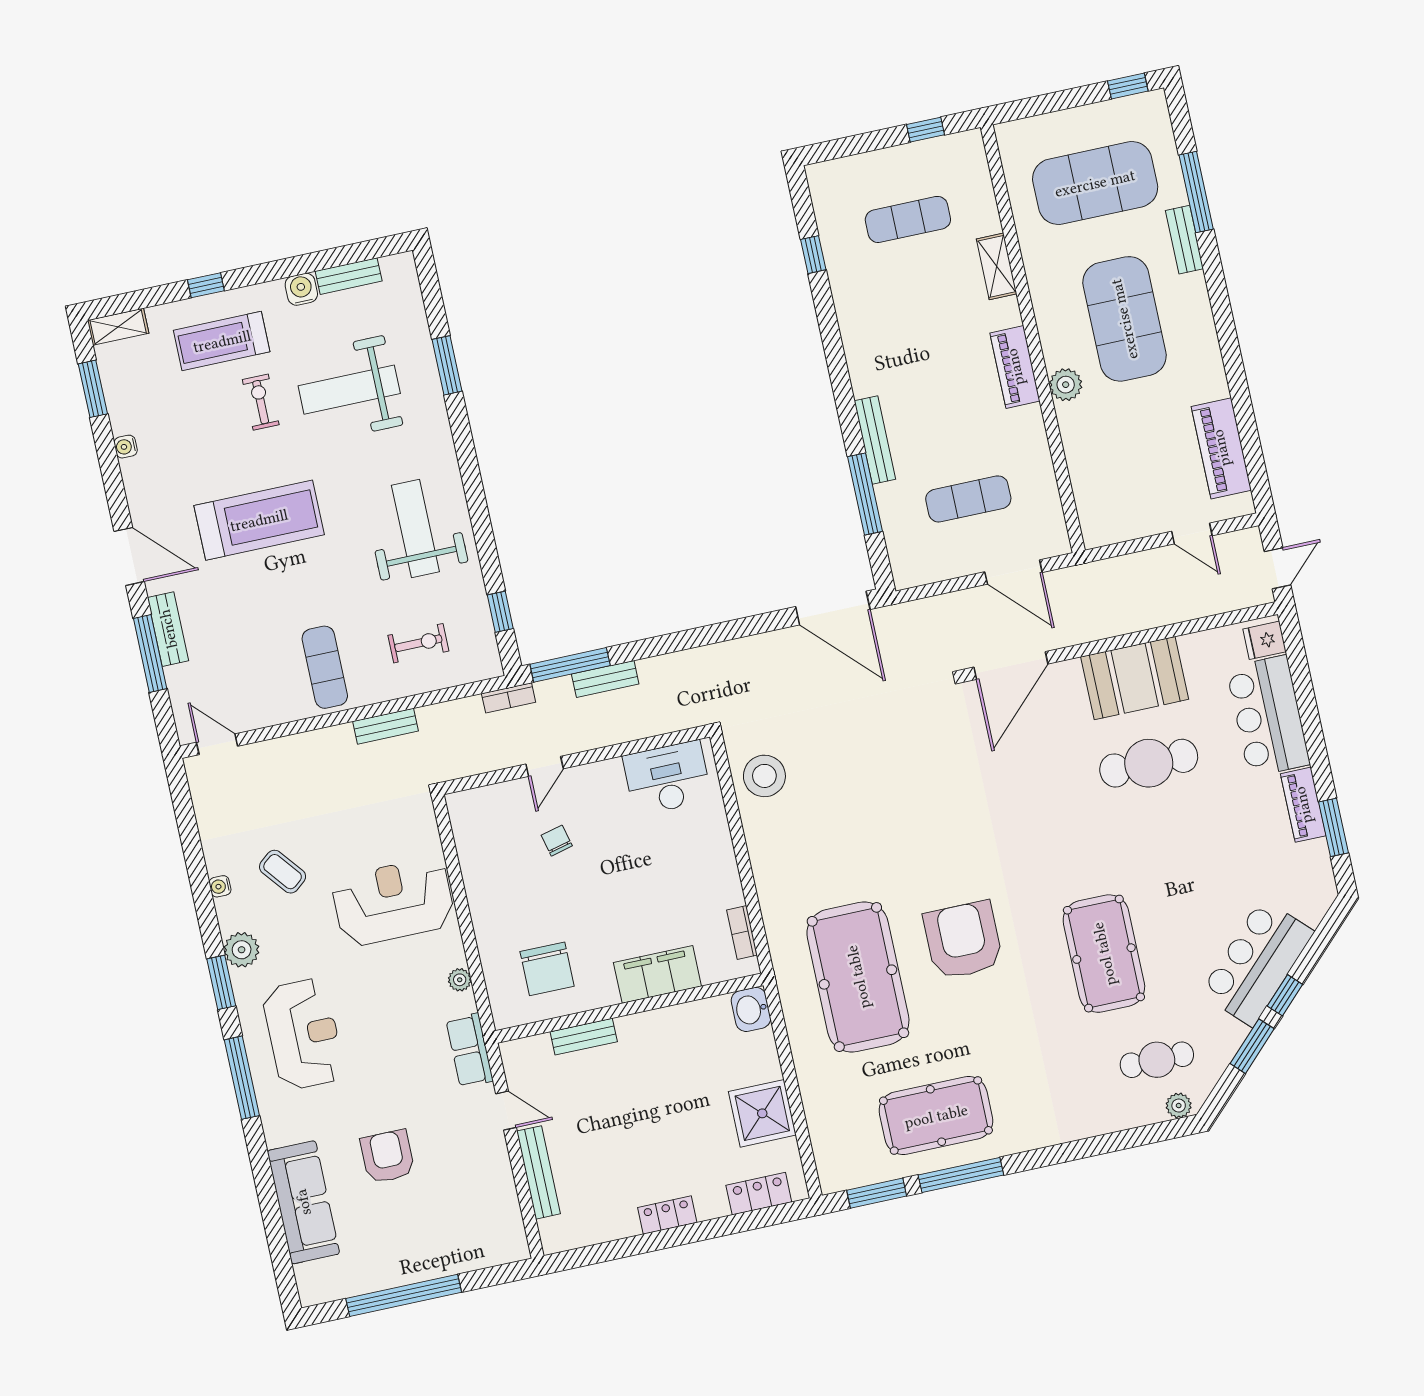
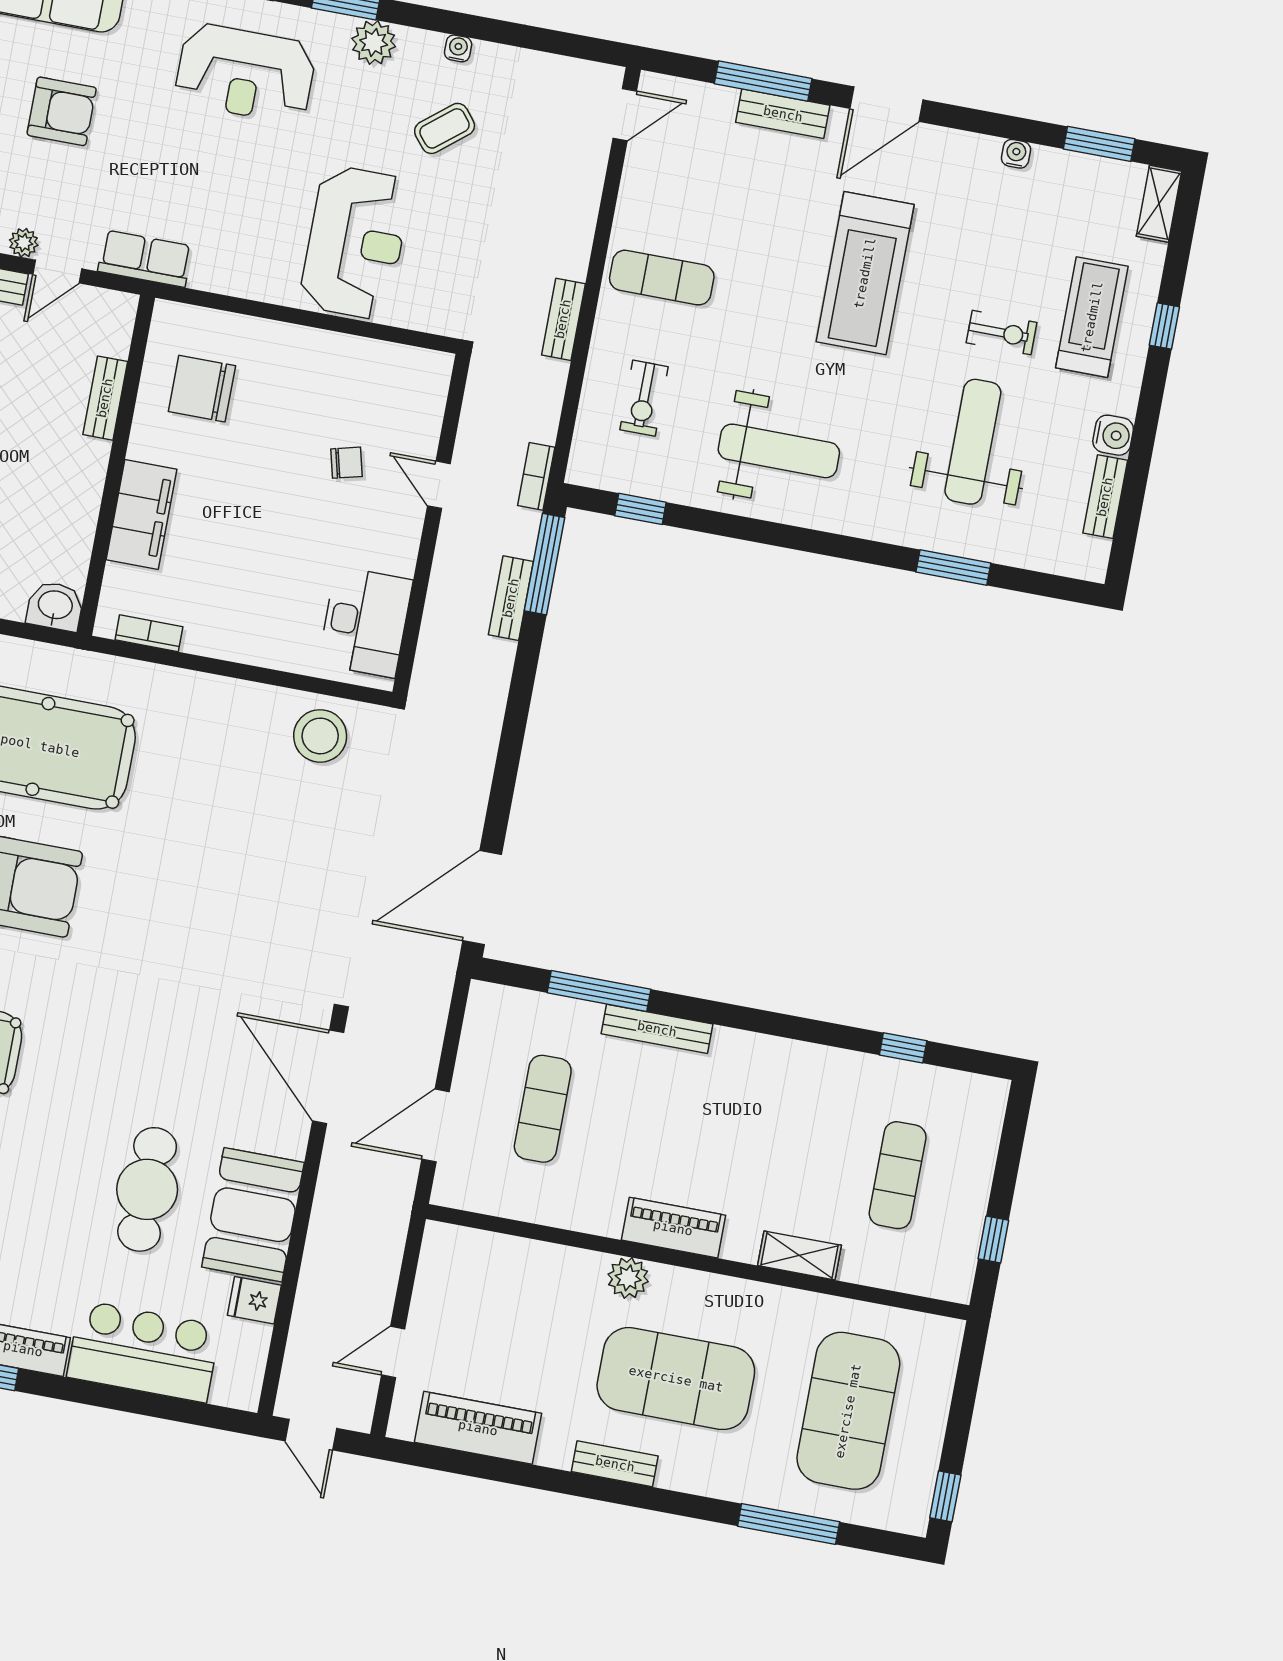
bench: (1184, 240) -> (615, 1464), moved
fridge: (1265, 640) -> (254, 1300), moved, turned -90
plant: (460, 980) -> (24, 243), moved

